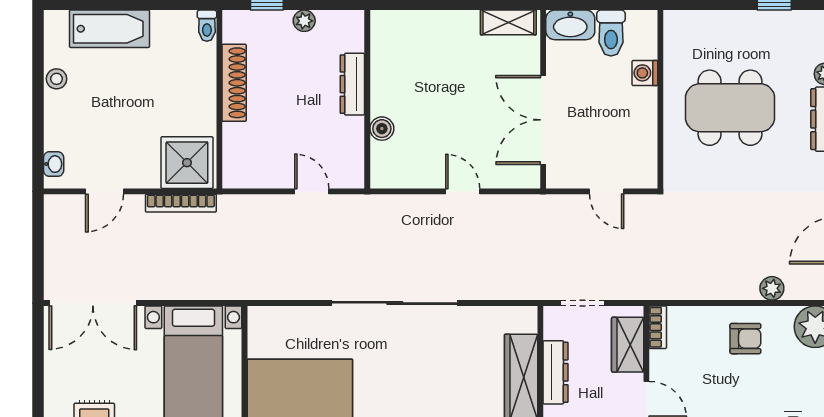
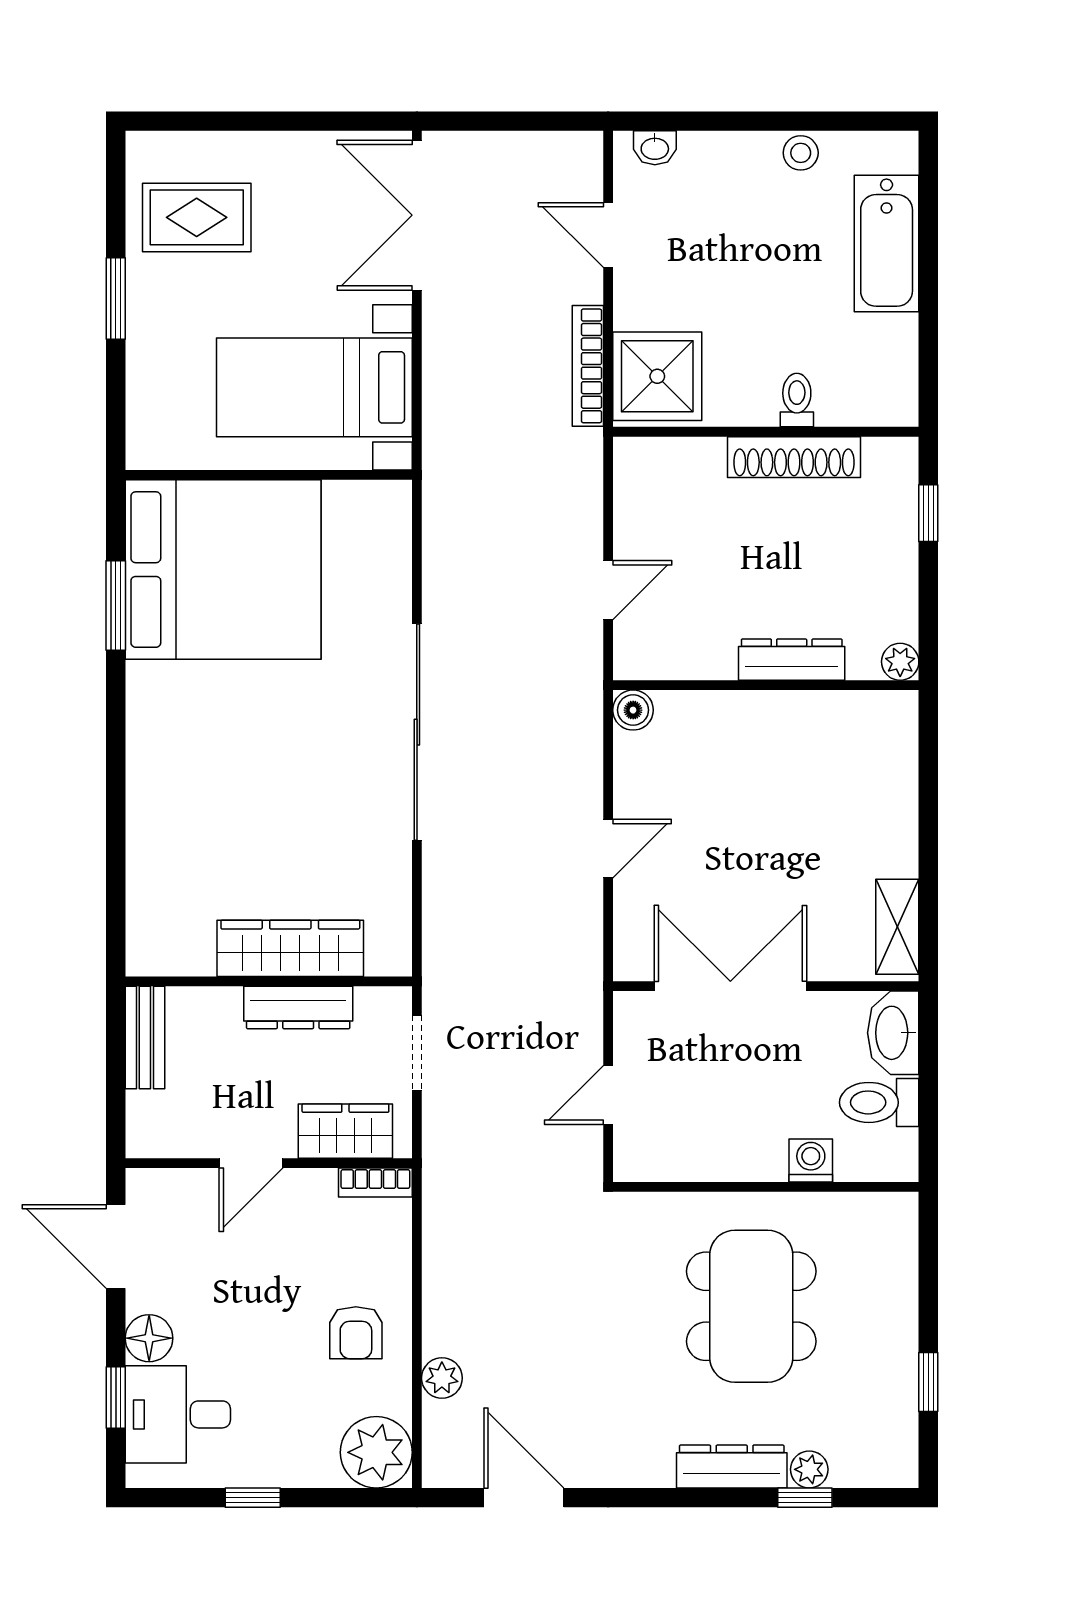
plant: (304, 21) -> (900, 662), moved
toilet: (207, 26) -> (797, 400), moved, turned 90
boiler: (382, 129) -> (633, 710), moved

